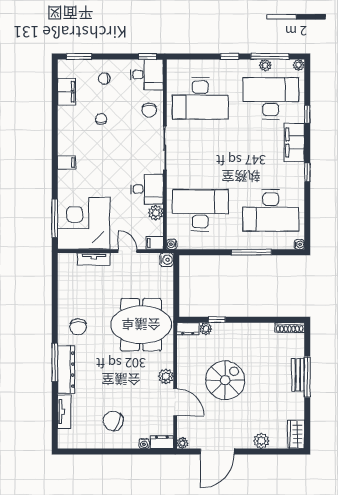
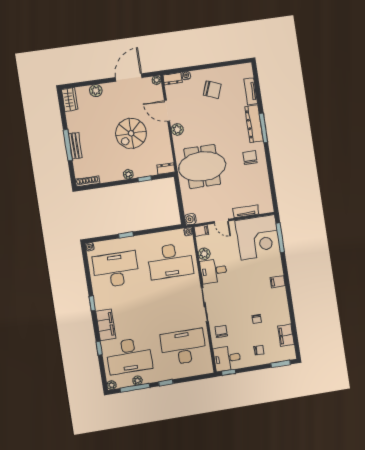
window: (251, 252) -> (126, 235), width x0.46
plant: (206, 329) -> (128, 174), moved

